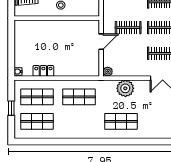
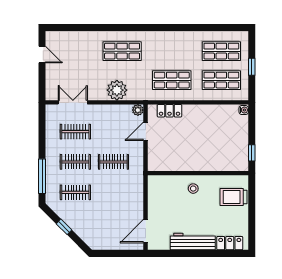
window: (11, 35) -> (252, 153), added
door: (101, 42) -> (146, 131), moved
locker: (43, 71) -> (169, 111), moved

